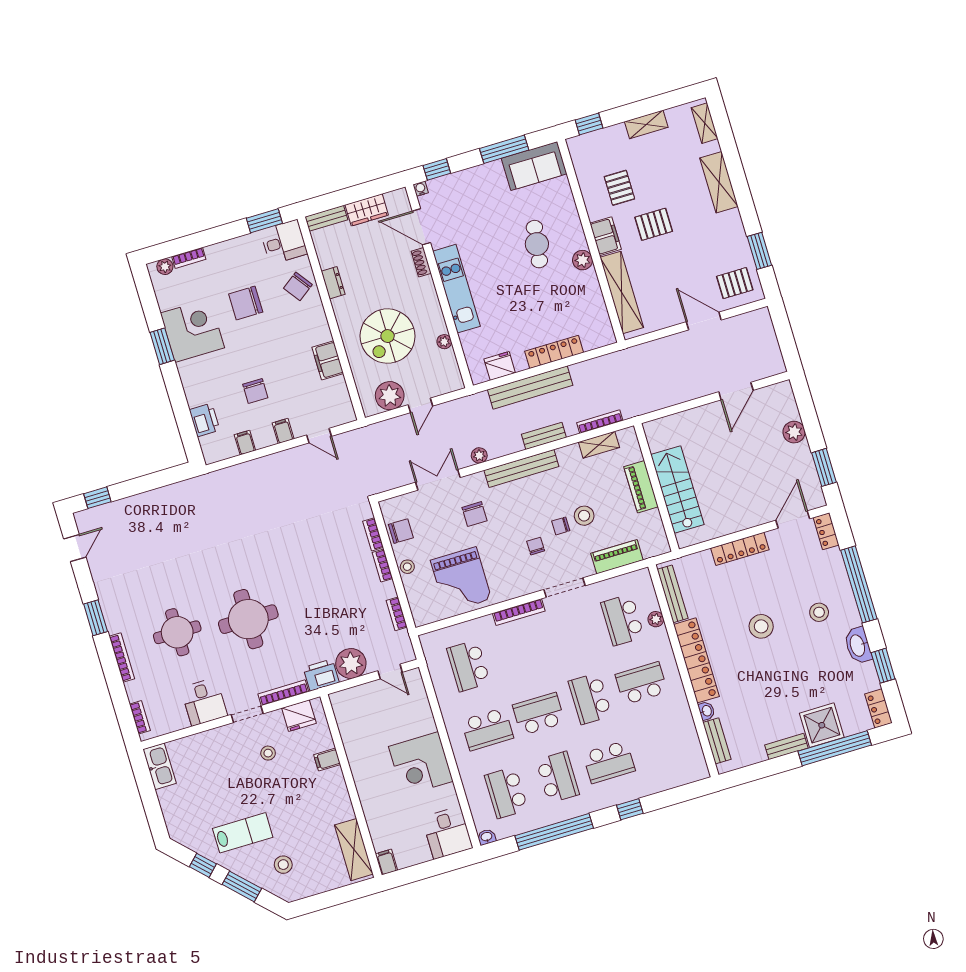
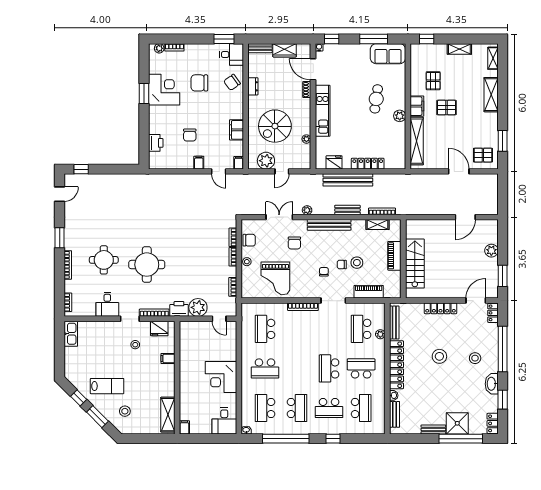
filing cabinet: (245, 443) -> (239, 163), moved
school desk: (539, 714) -> (361, 408), moved, turned 90

